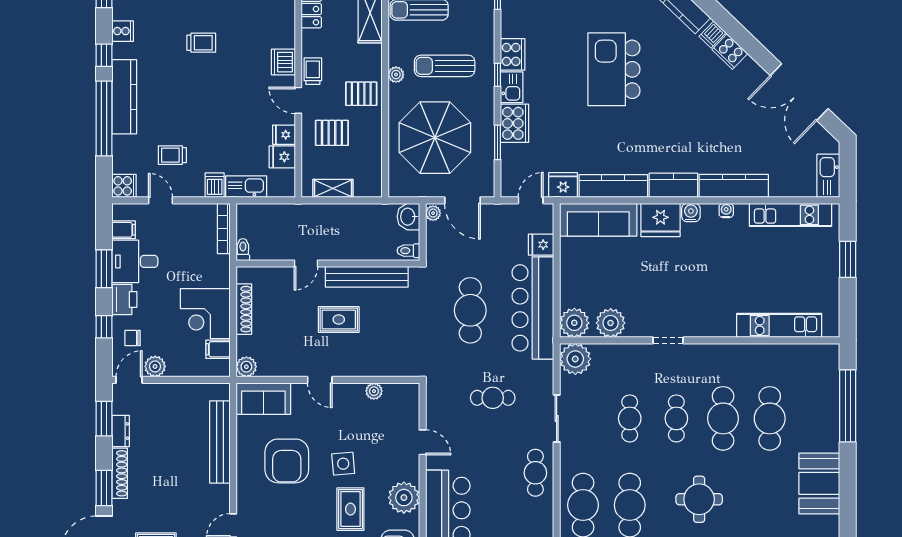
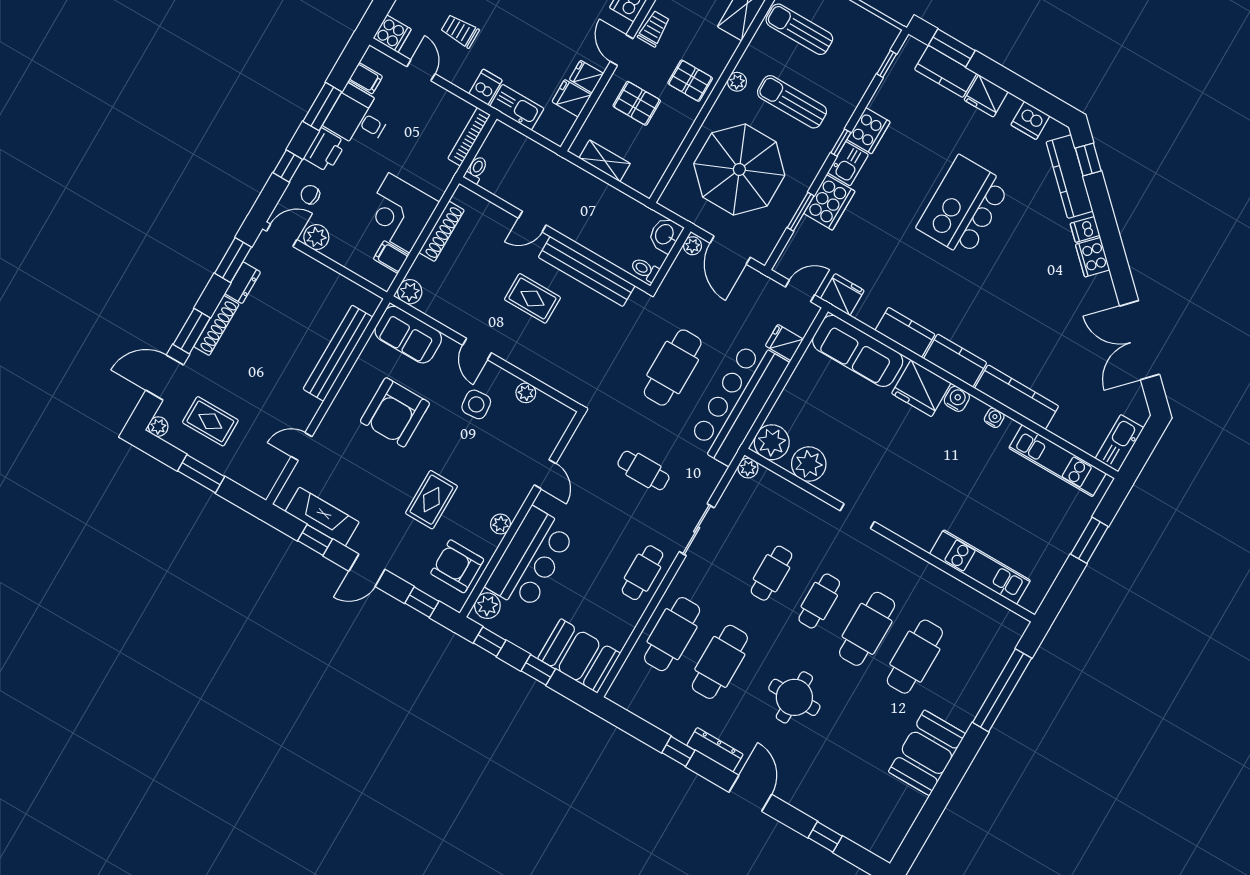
kitchen counter: (613, 186) -> (905, 332), width x0.67
plant: (575, 359) -> (748, 468), width x0.53, depth x0.53
side table: (343, 464) -> (476, 404), moved
plant: (404, 498) -> (501, 524), width x0.53, depth x0.53

